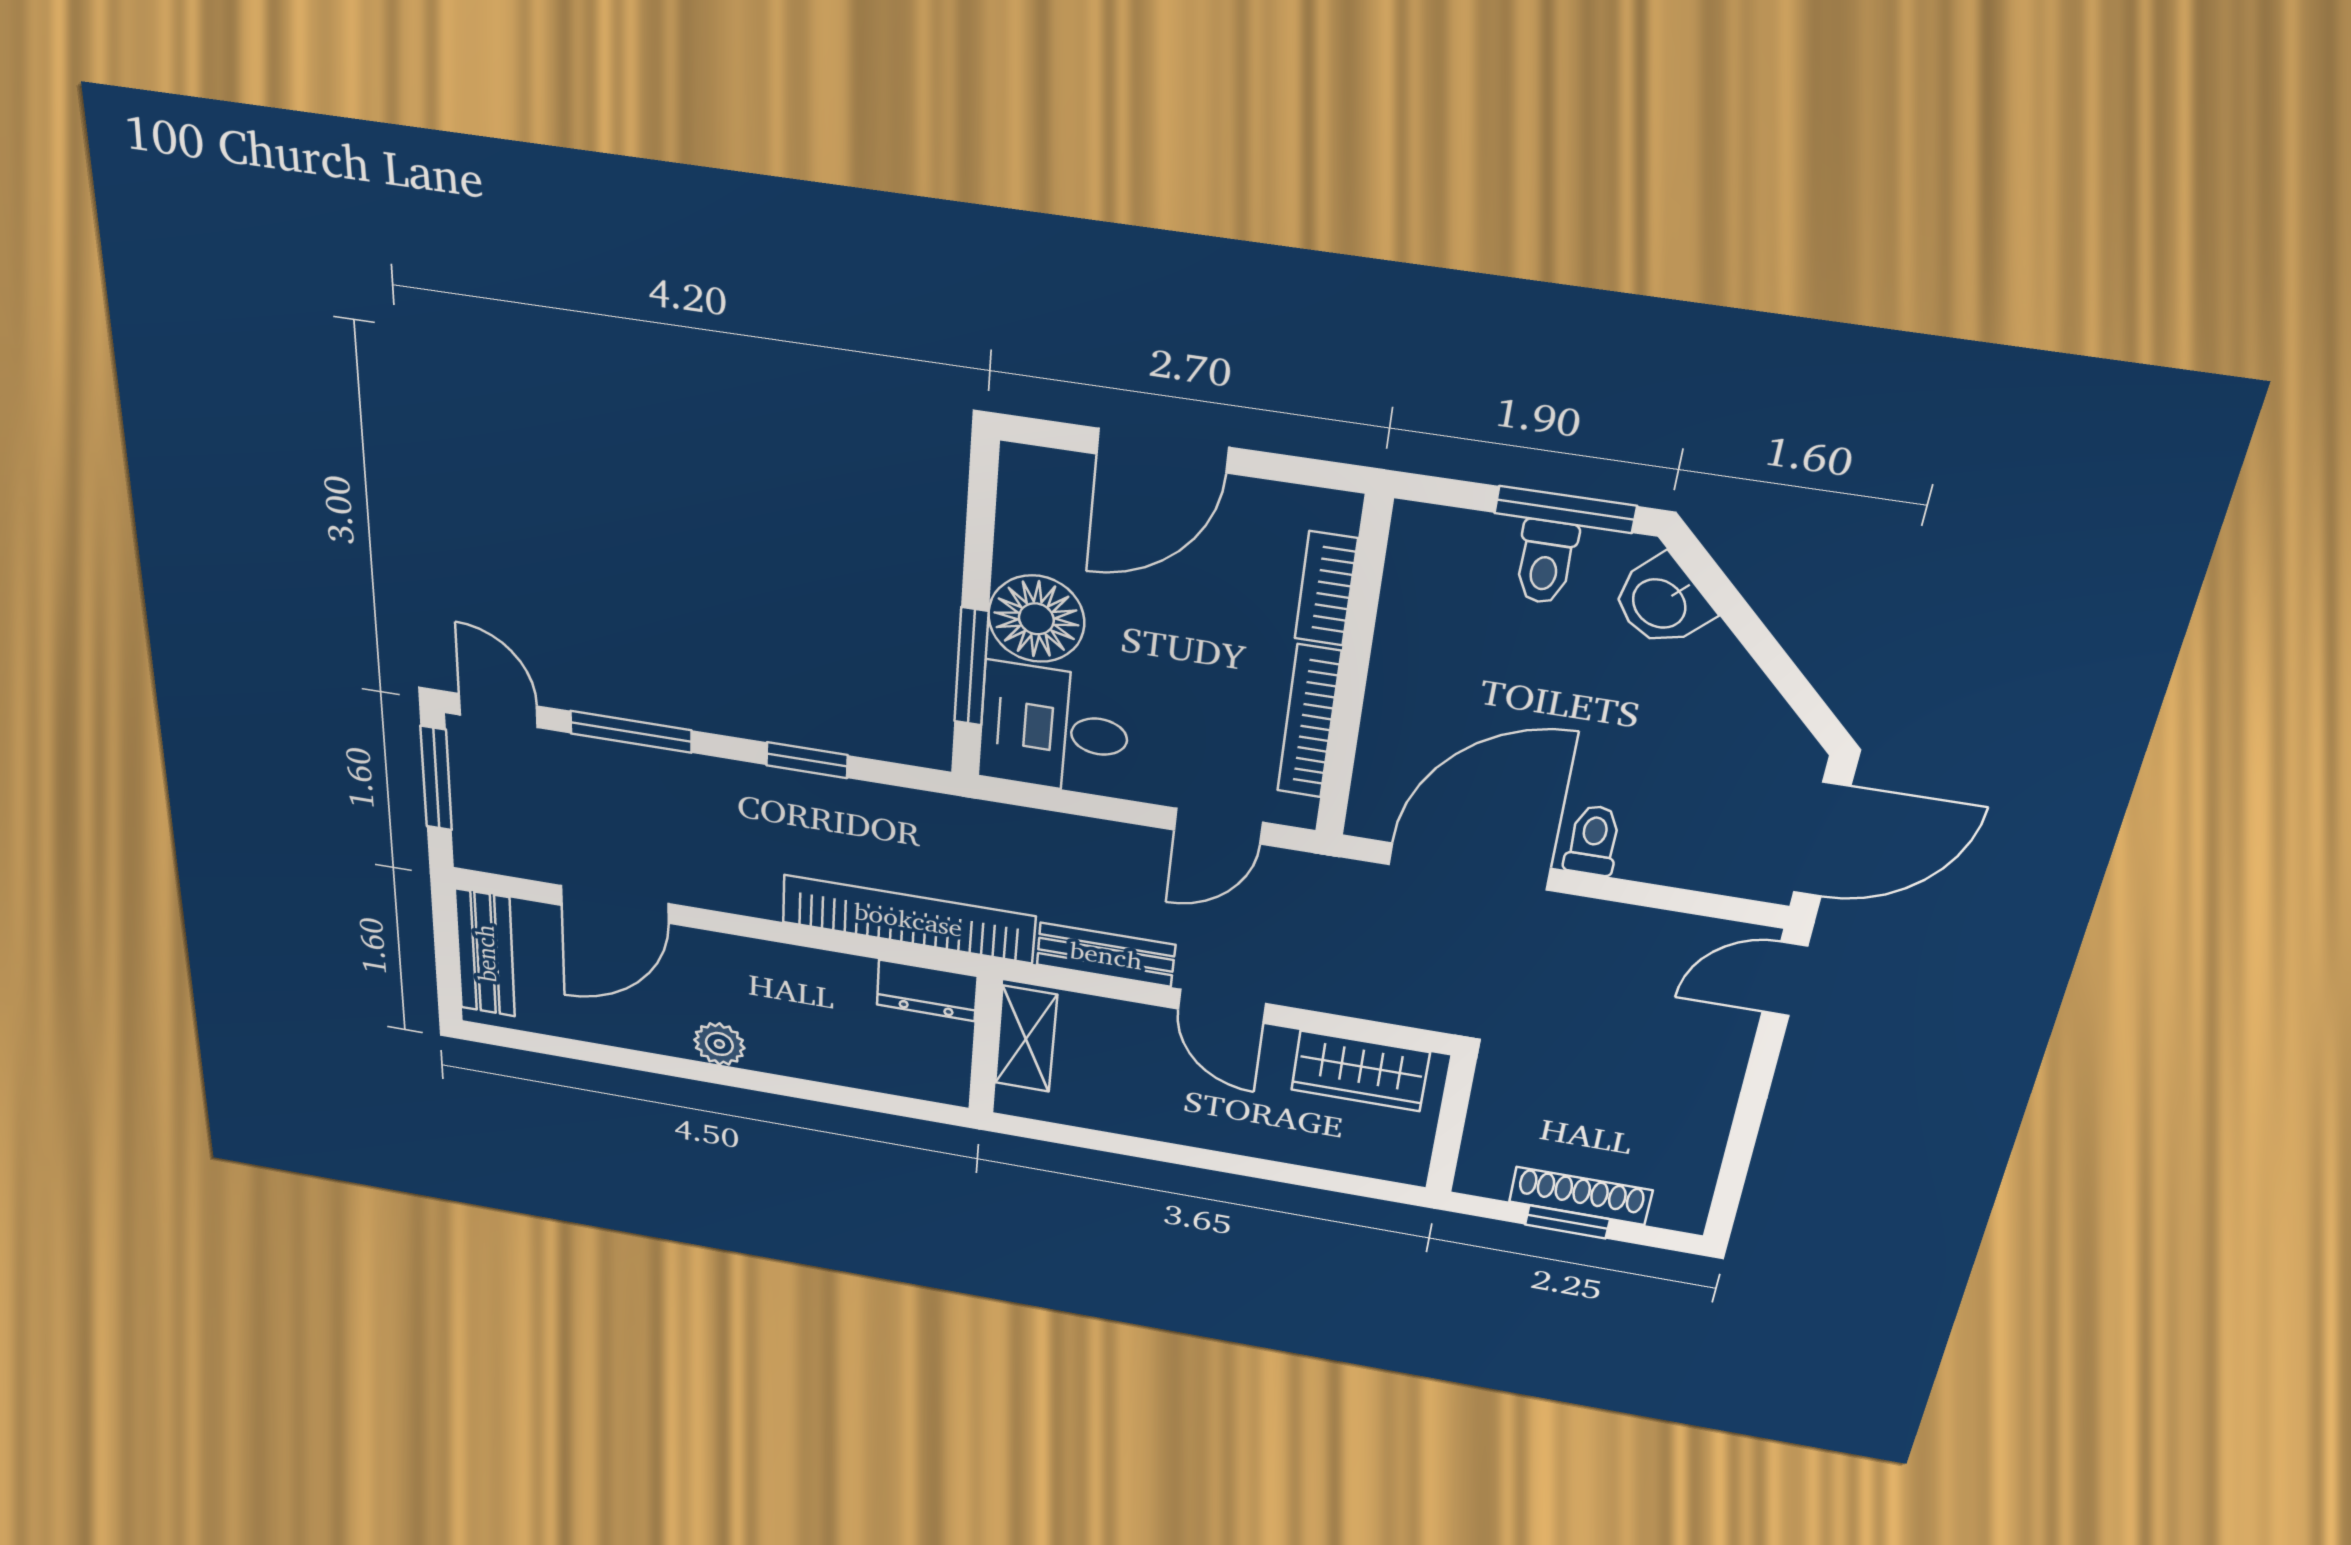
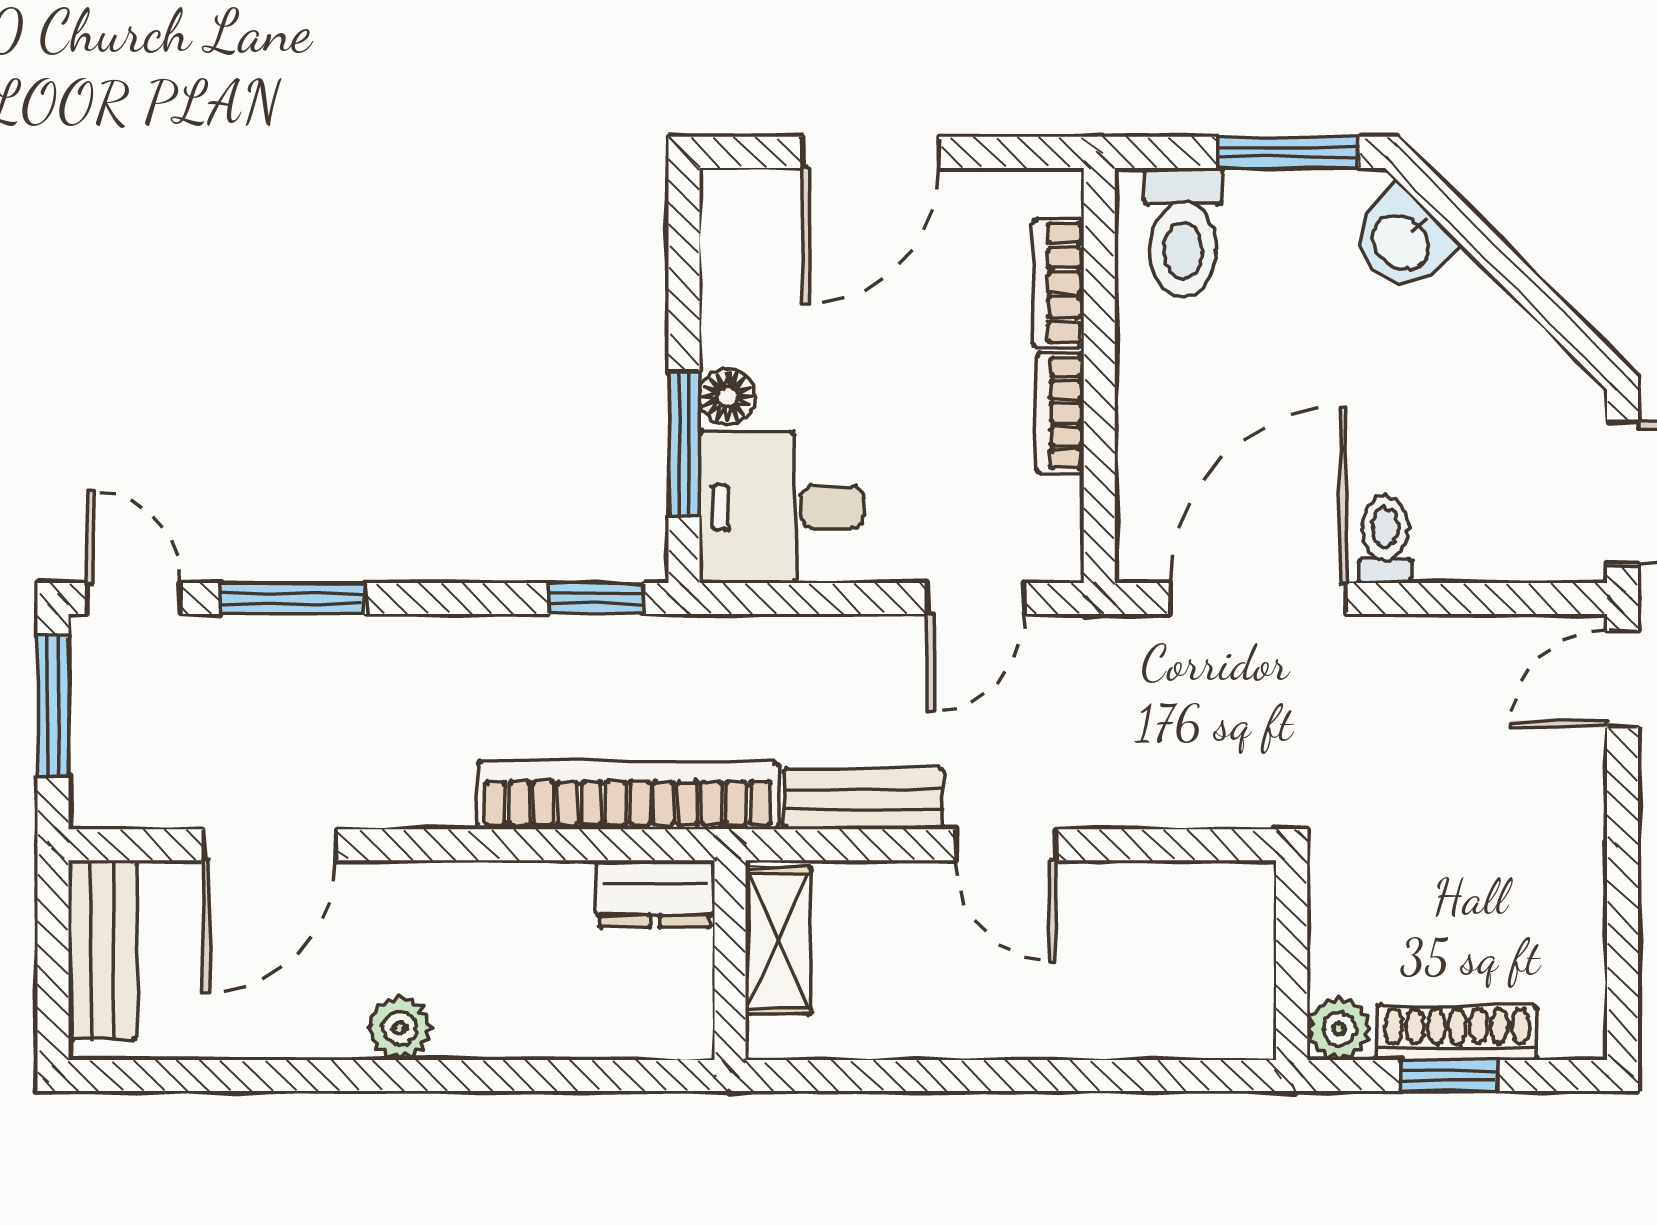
toilet: (1545, 562) -> (1183, 232), moved, width x1.37, depth x1.39
floor lamp: (1036, 619) -> (727, 397), width x0.53, depth x0.53
bookcase: (1309, 722) -> (1060, 413), width x0.64
window: (807, 760) -> (596, 599), moved
wardrobe: (1360, 1071) -> (1177, 904), removed
plant: (1482, 1176) -> (1339, 1029), added

